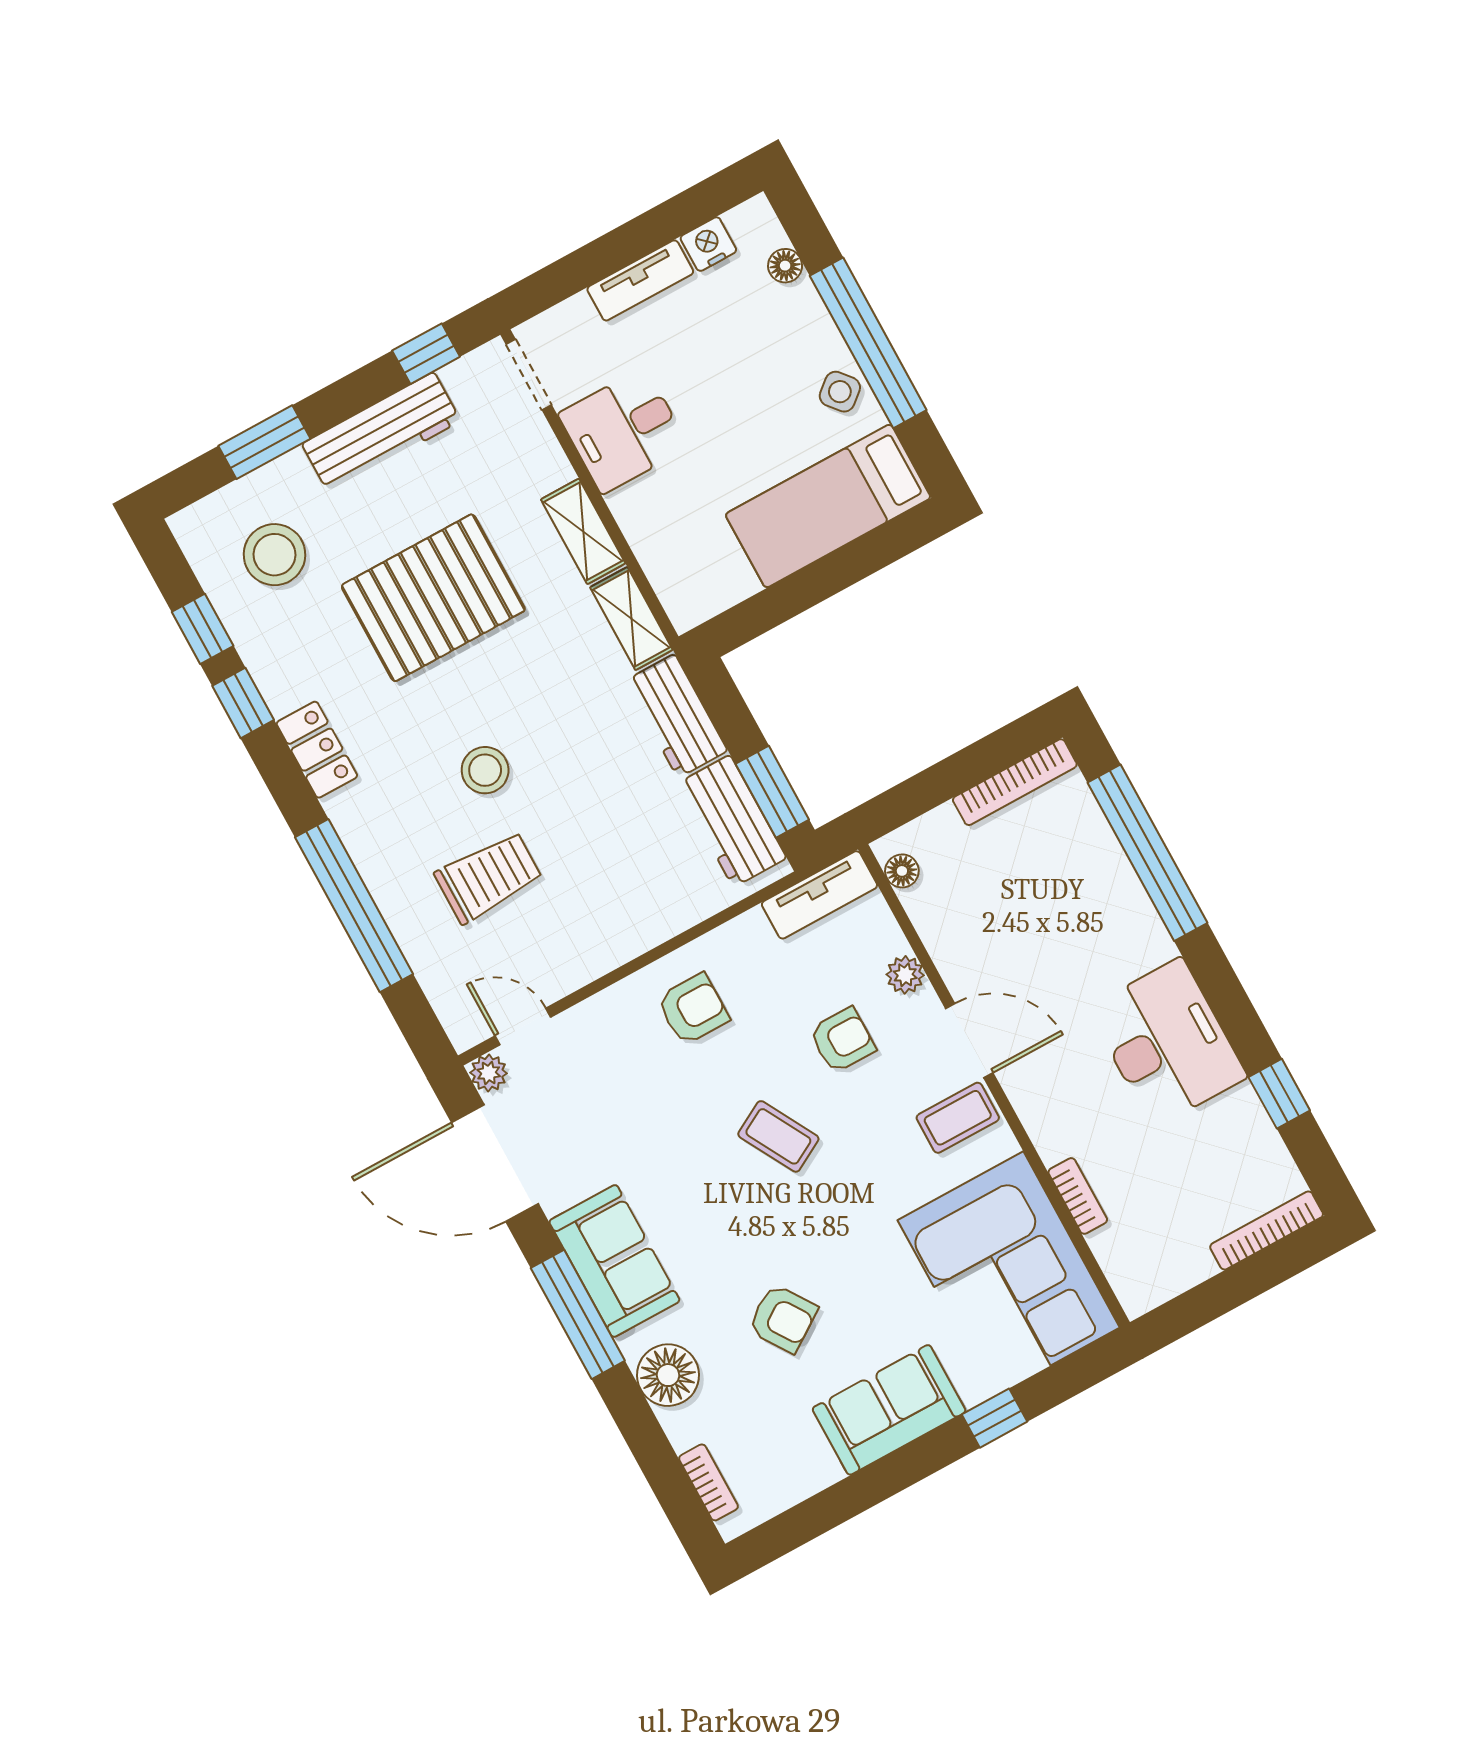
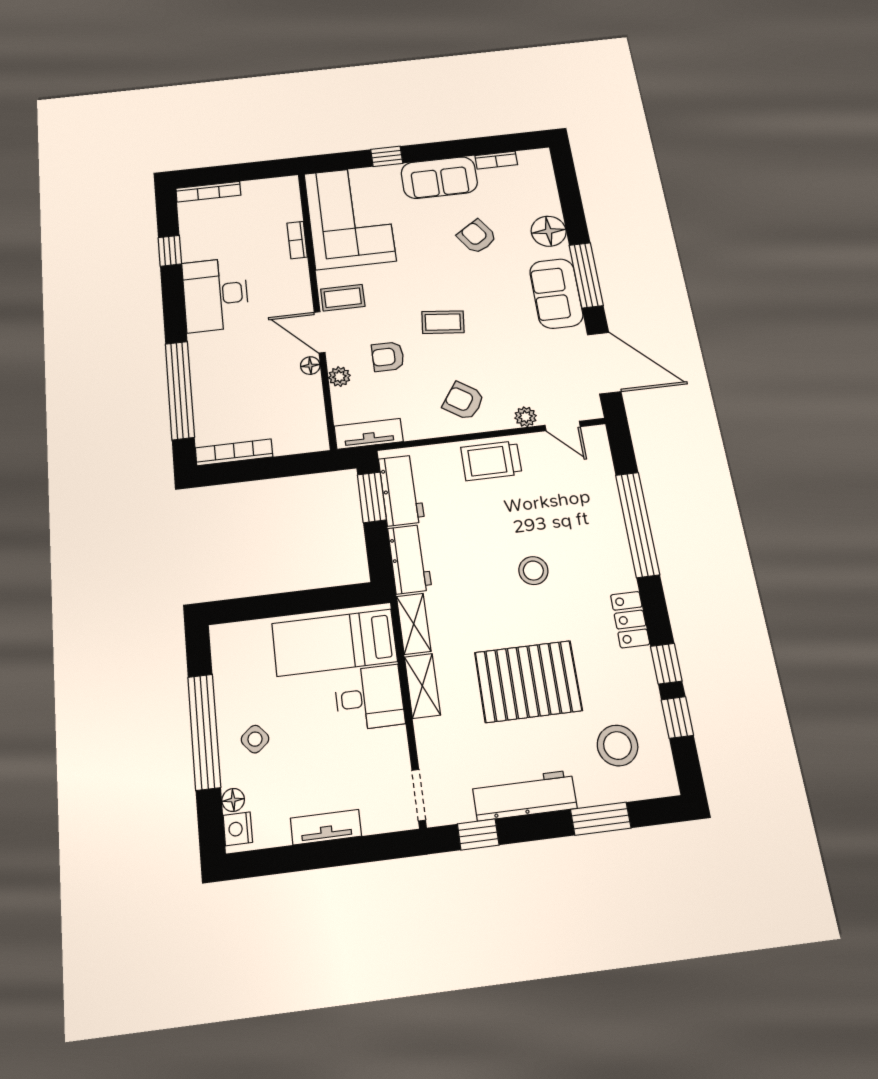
nightstand: (708, 244) -> (238, 829), moved, turned 90
side table: (840, 392) -> (255, 739), moved
desk: (623, 431) -> (369, 698), moved
bed: (828, 506) -> (334, 643), moved, turned 180
floor lamp: (902, 871) -> (310, 366), moved
trolley: (489, 877) -> (491, 461), moved
armchair: (693, 1009) -> (464, 401), turned 34
plant: (489, 1073) -> (525, 417), moved
coffee table: (778, 1136) -> (443, 322), turned -55
bookcase: (708, 1482) -> (496, 160), moved, turned -90

